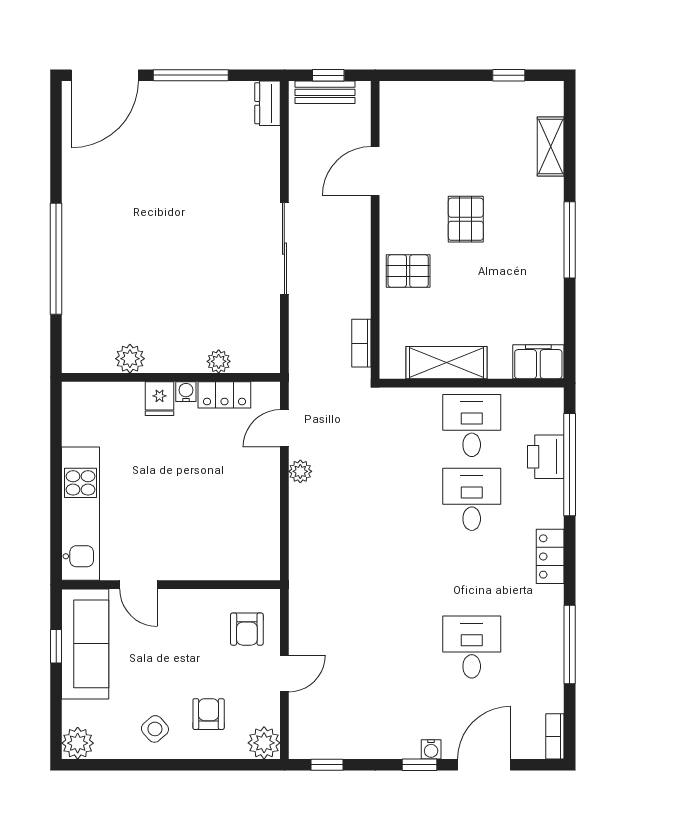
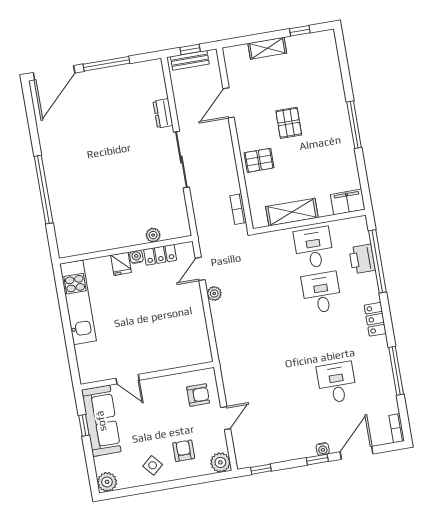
dresser: (268, 103) -> (163, 113), moved
shelving: (551, 146) -> (267, 48), moved, turned 90
plant: (130, 359) -> (99, 243), removed
kitchen unit: (80, 514) -> (78, 302), moved
armchair: (247, 629) -> (198, 395), turned -90

